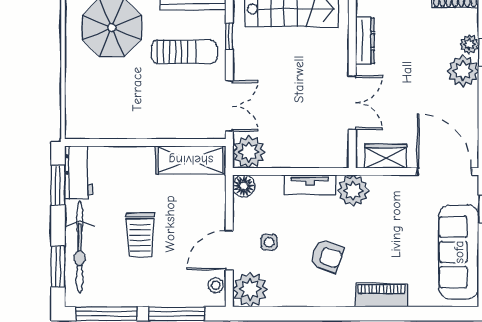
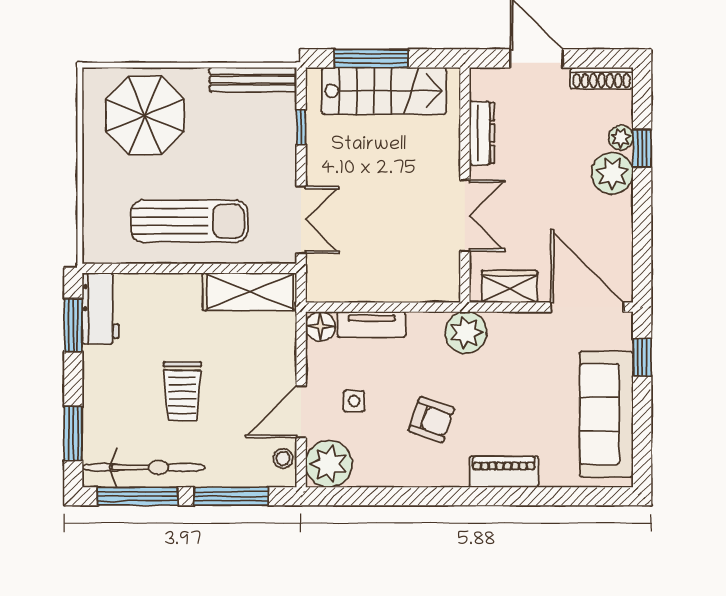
sun lounger: (184, 52) -> (189, 221), moved, width x1.36, depth x1.34
plant: (249, 152) -> (327, 281), removed
tv unit: (310, 185) -> (372, 325), moved
bicycle: (80, 247) -> (144, 467), moved, turned -90

